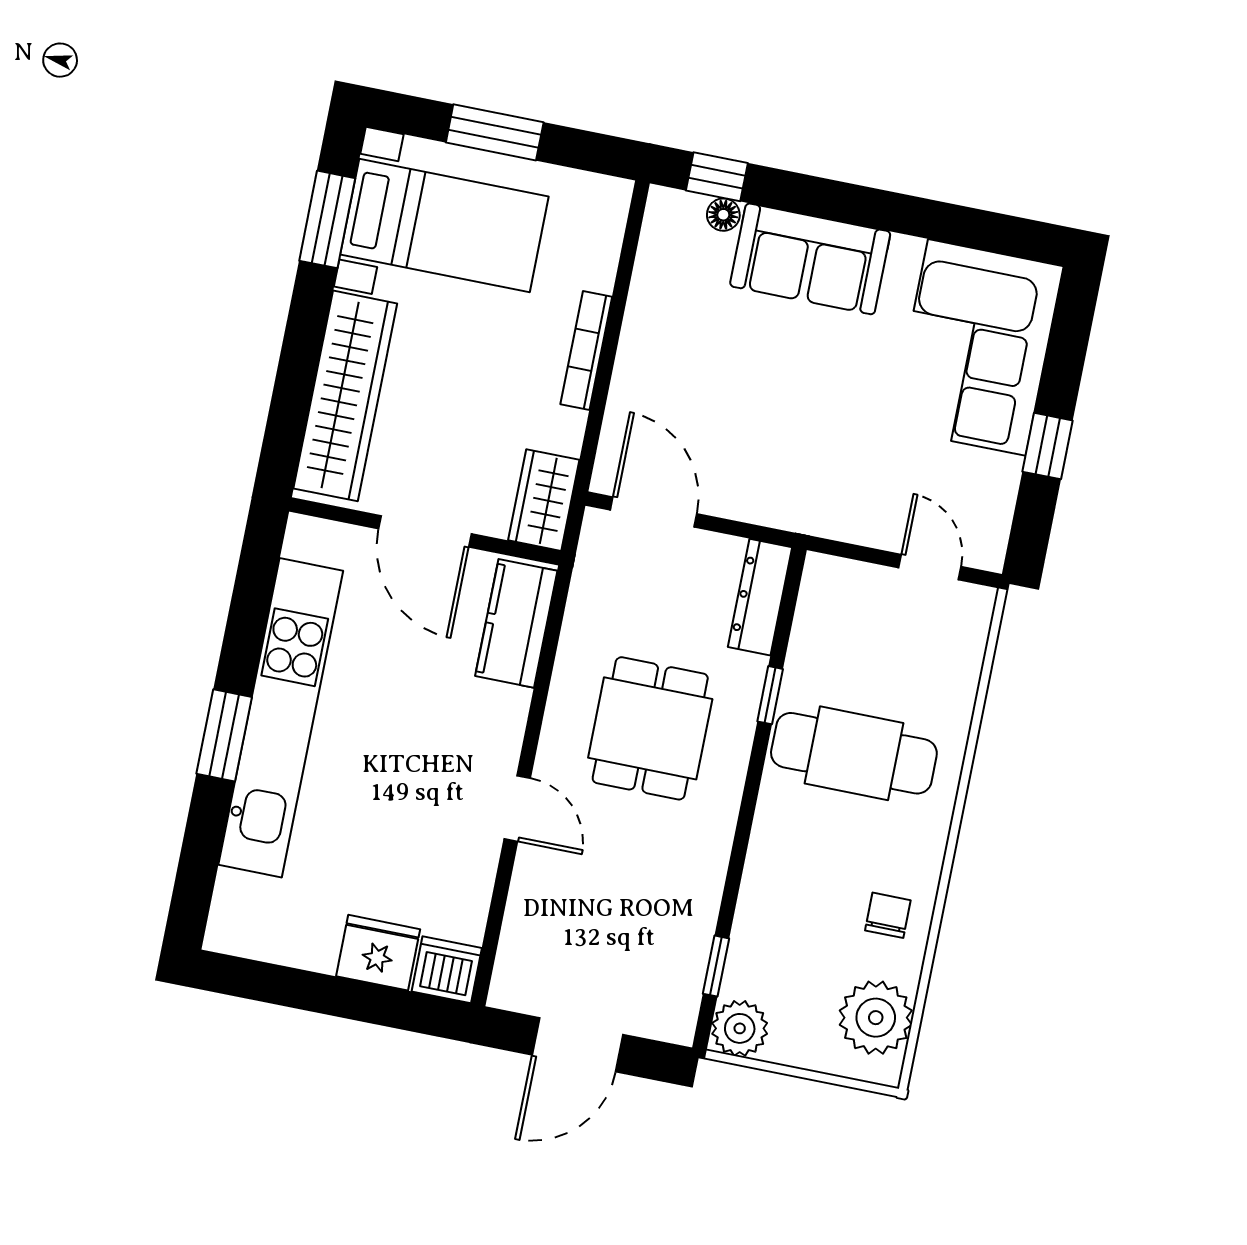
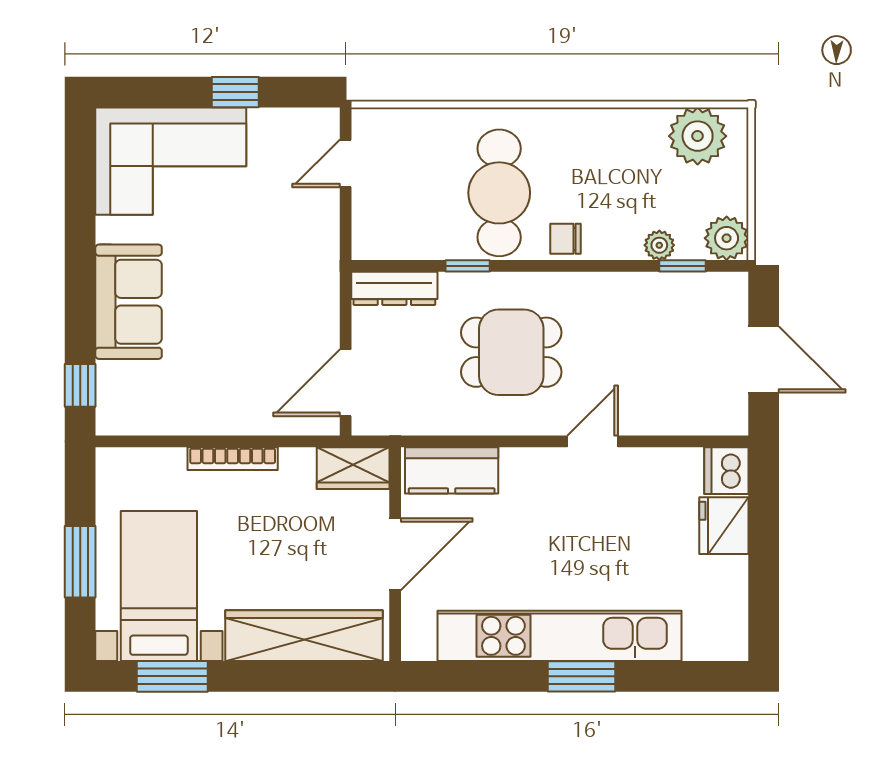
floor lamp: (723, 215) -> (108, 375), removed
chair: (888, 915) -> (565, 239), moved
plant: (748, 942) -> (659, 245), added

